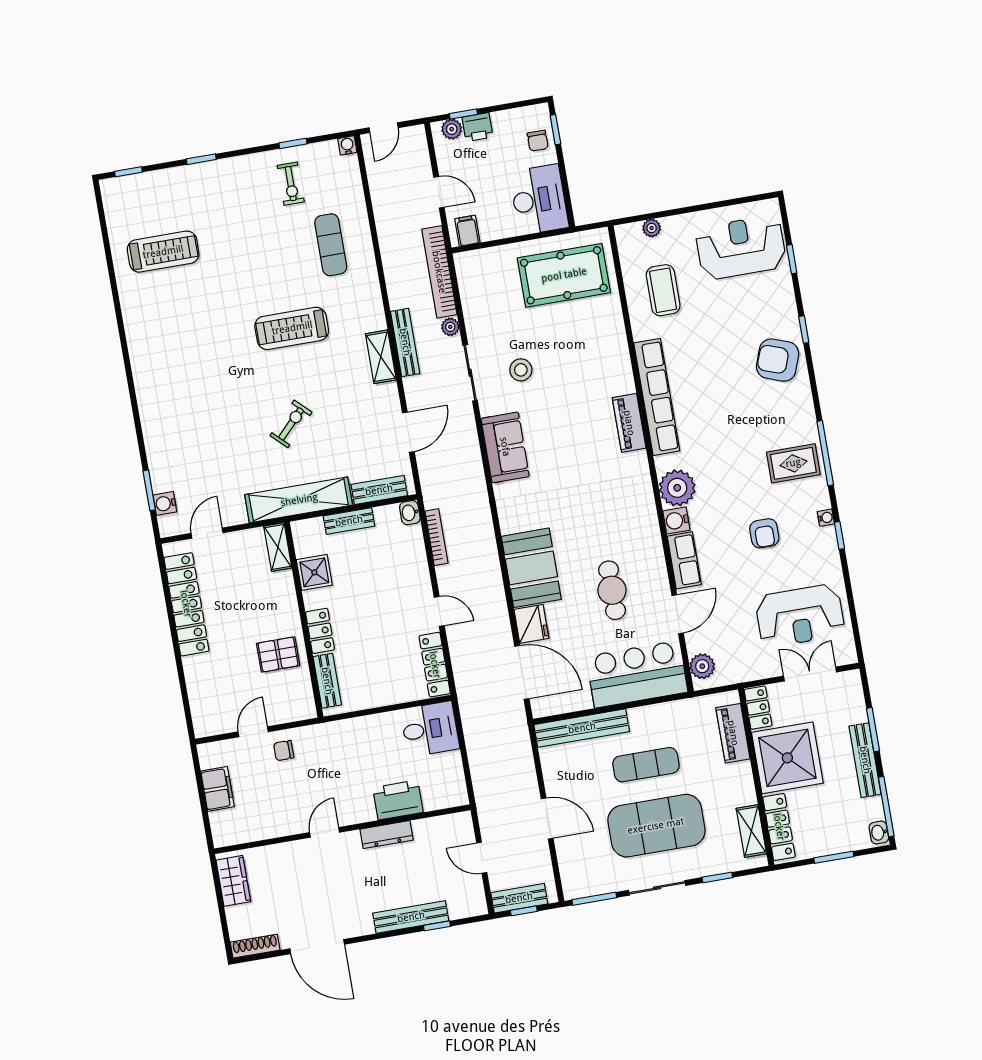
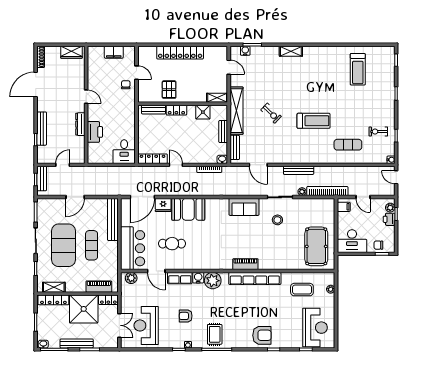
door: (439, 192) -> (363, 197), hinge flipped
treadmill: (292, 328) -> (314, 121), turned 90
shelving: (381, 357) -> (291, 51), moved
armchair: (778, 360) -> (262, 335), turned 70
locker: (186, 604) -> (180, 53), moved
door: (439, 611) -> (176, 165), swing flipped

